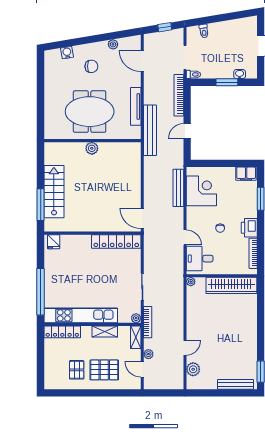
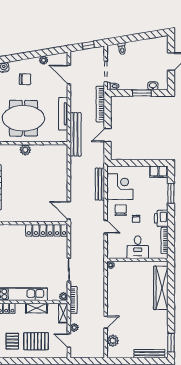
chair: (202, 218) -> (121, 210), added
desk: (200, 259) -> (138, 247), moved, turned -90
wardrobe: (231, 285) -> (161, 288), moved, turned 90

